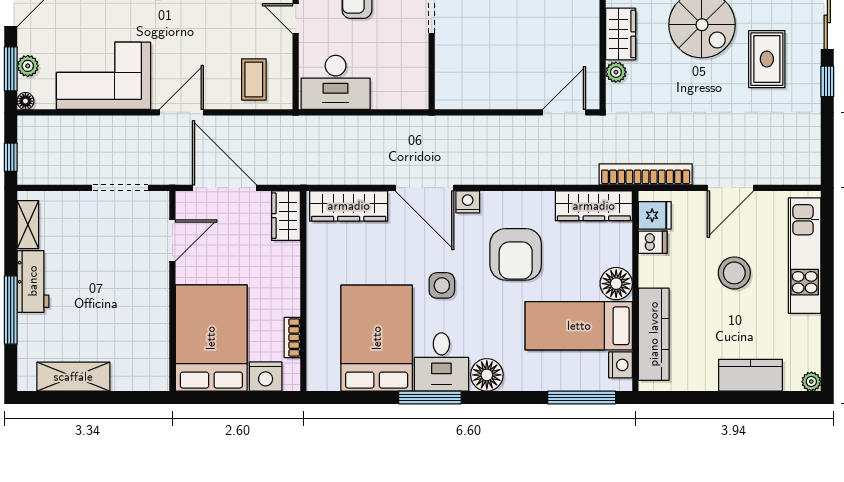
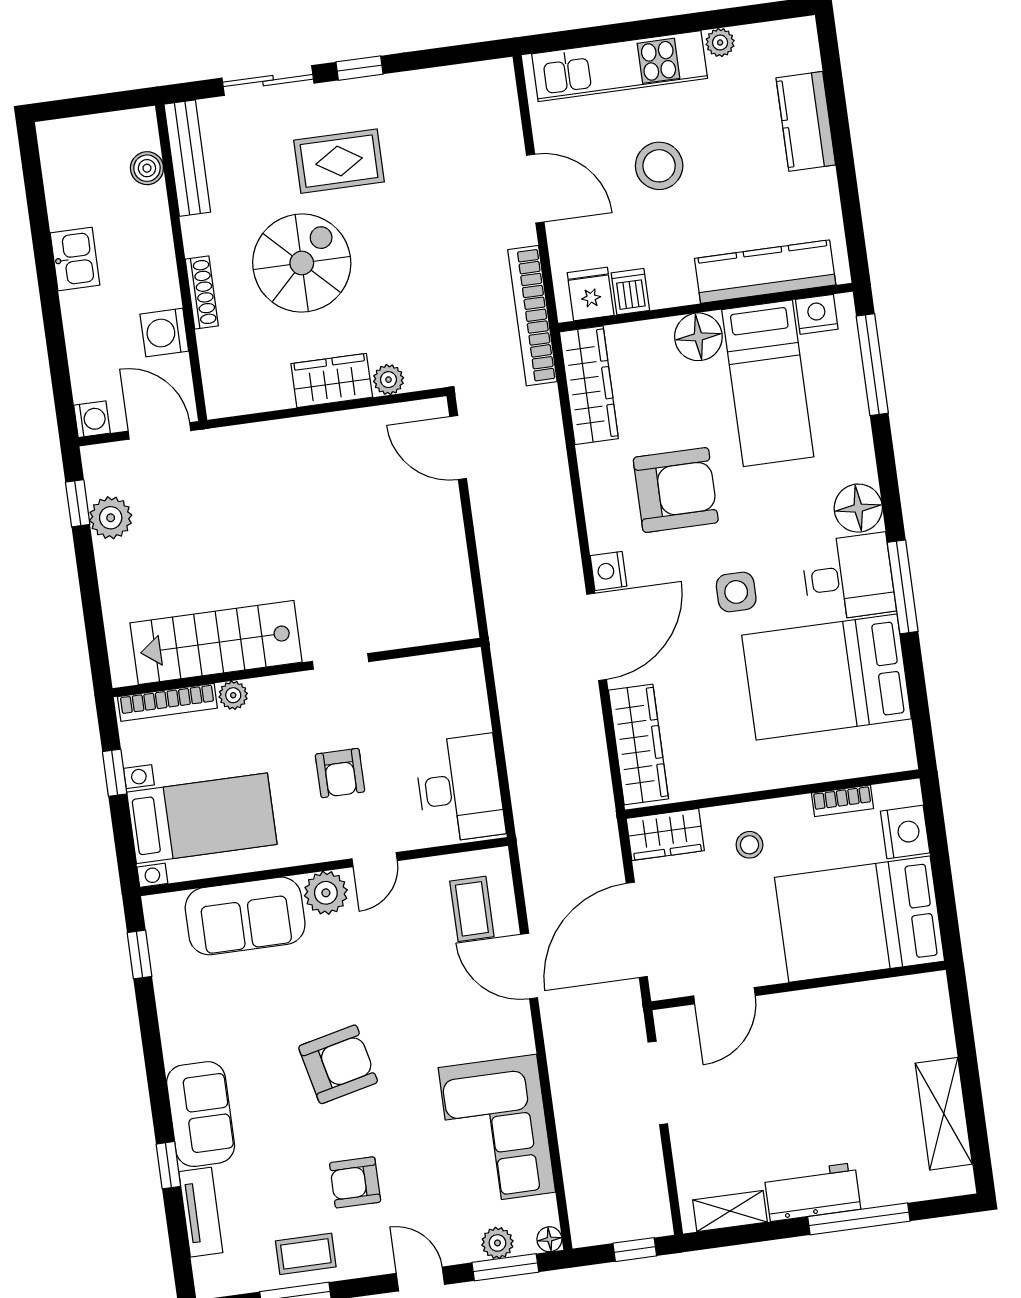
coffee table: (254, 79) -> (472, 909), turned 90
door: (181, 112) -> (529, 966), moved
door: (172, 241) -> (724, 996), swing flipped
stool: (271, 271) -> (749, 845), added
plant: (811, 382) -> (720, 43), moved

